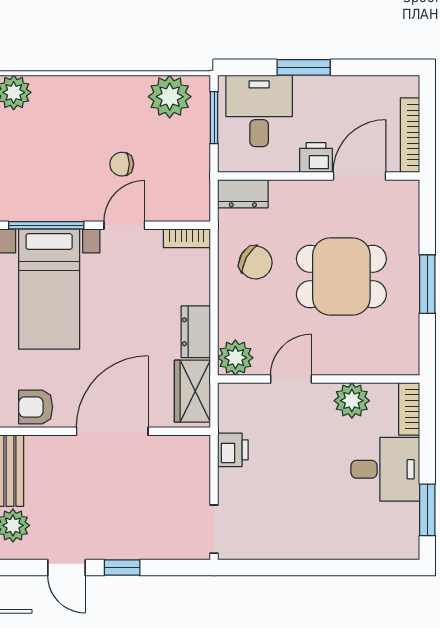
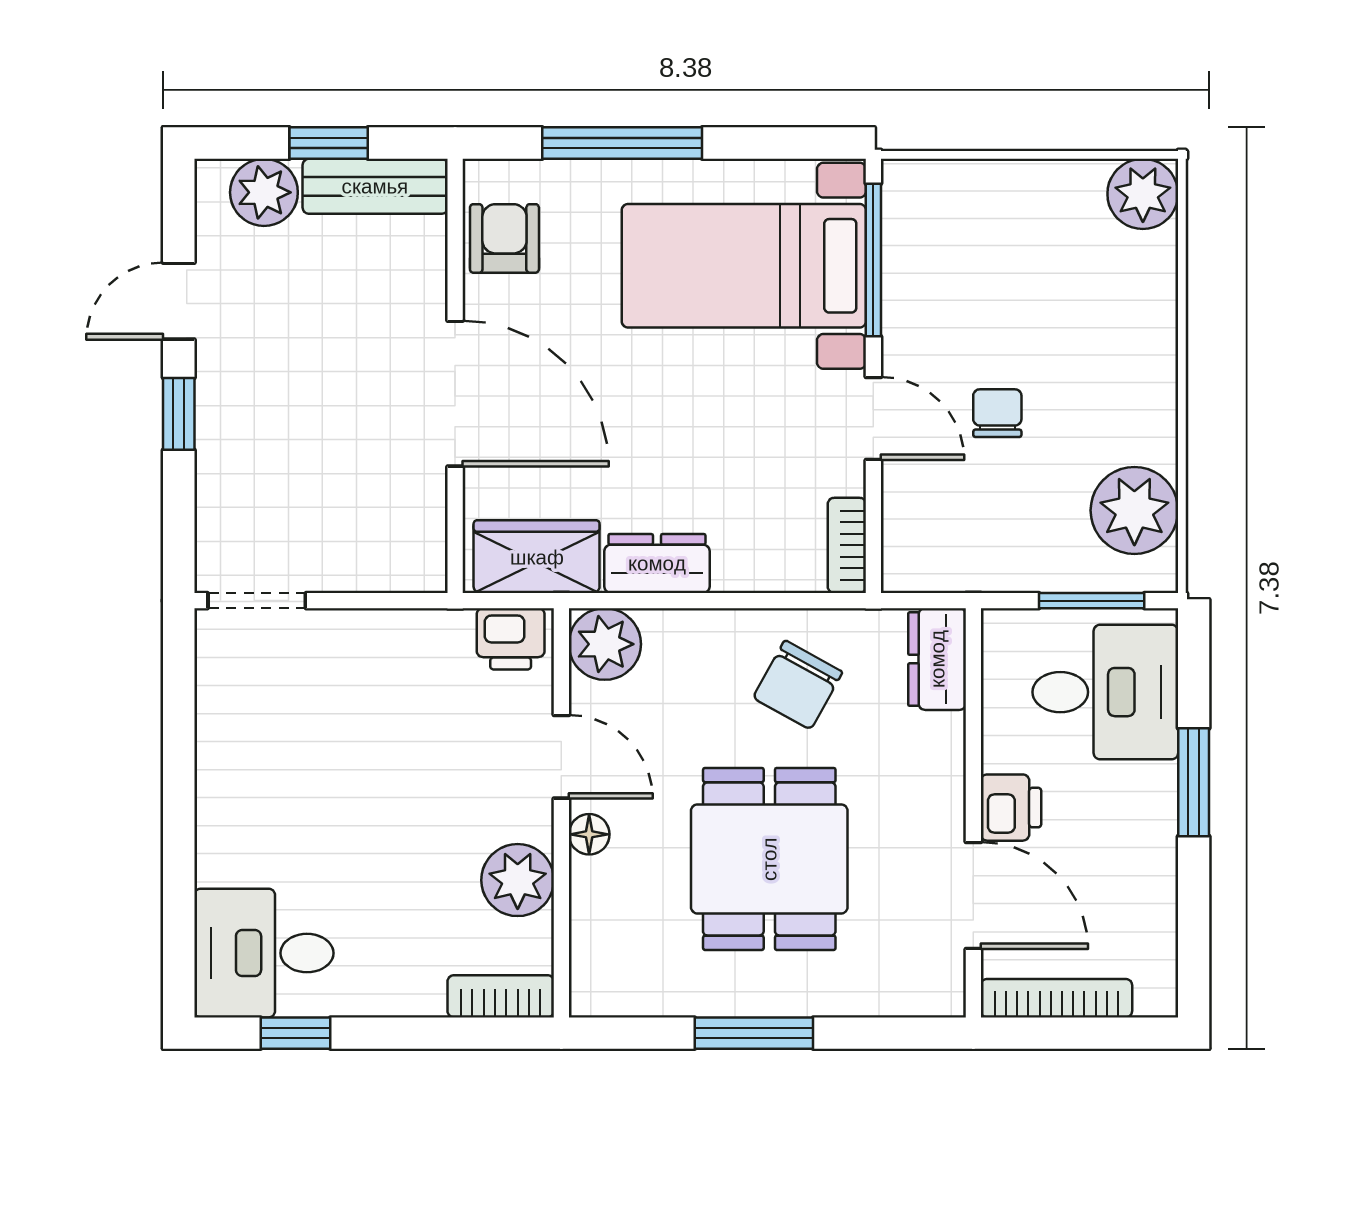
floor lamp: (329, 365) -> (589, 834), added
printer: (233, 450) -> (511, 639), moved
desk: (385, 469) -> (264, 953), moved, turned 90
window: (427, 510) -> (296, 1033), width x0.67

